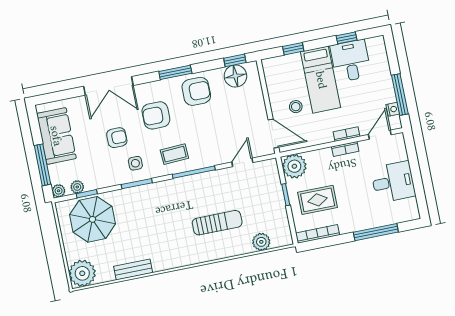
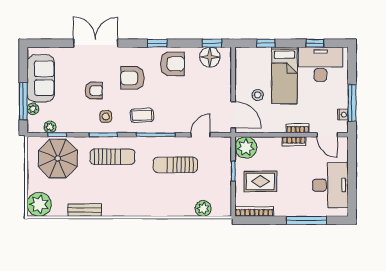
desk: (351, 61) -> (320, 64), width x1.37
window: (175, 72) -> (157, 43), width x0.67
double door: (108, 86) -> (96, 43), swing flipped
door: (380, 135) -> (327, 135), swing flipped
desk: (393, 182) -> (330, 185), width x1.37
plant: (59, 191) -> (33, 109), moved
sun lounger: (152, 206) -> (112, 157), added
sun lounger: (217, 223) -> (175, 165), moved, turned 180

